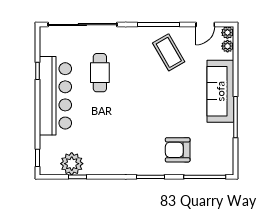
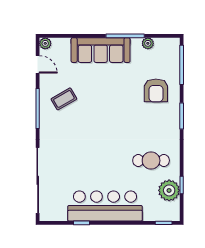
plant: (228, 46) -> (148, 43), moved
coffee table: (169, 52) -> (64, 99), width x0.73, depth x0.77
cafe table: (100, 73) -> (151, 161), moved

